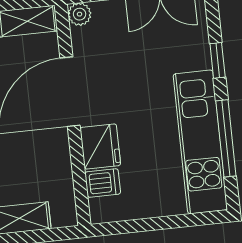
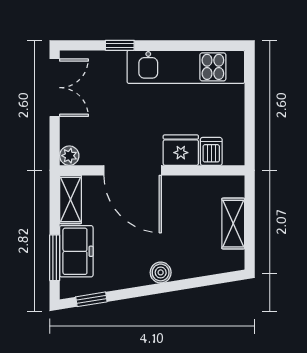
window: (226, 138) -> (185, 45), removed

